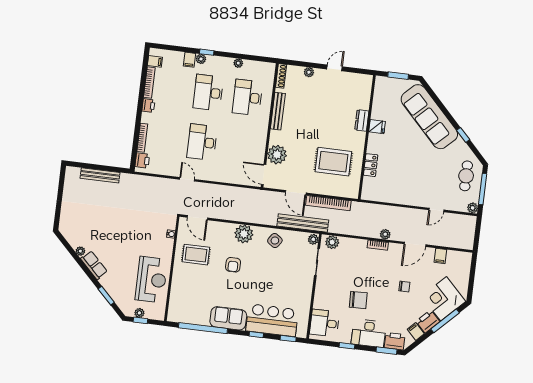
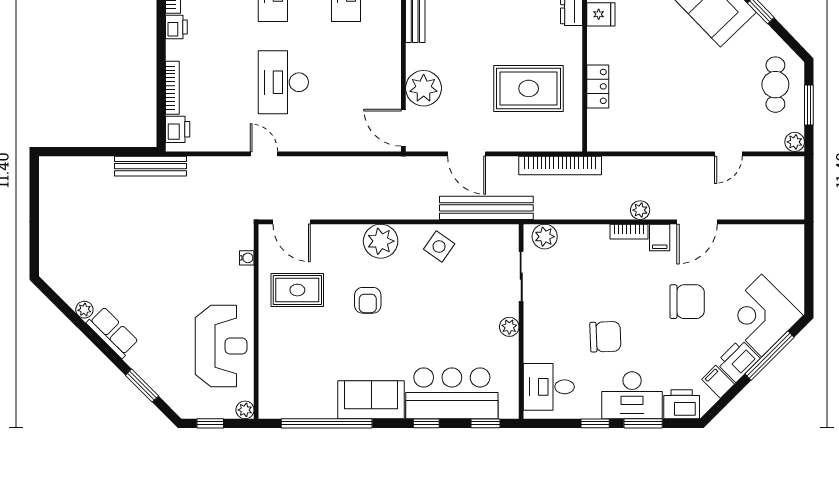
bench: (100, 175) -> (151, 166), moved
window: (483, 189) -> (809, 105), width x0.69
bookcase: (328, 203) -> (560, 165), moved
plant: (313, 239) -> (509, 327), moved
filing cabinet: (440, 256) -> (660, 237), moved
chair: (404, 287) -> (687, 302), width x1.87, depth x1.87
plant: (139, 313) -> (245, 410), moved
window: (387, 351) -> (643, 423), moved

